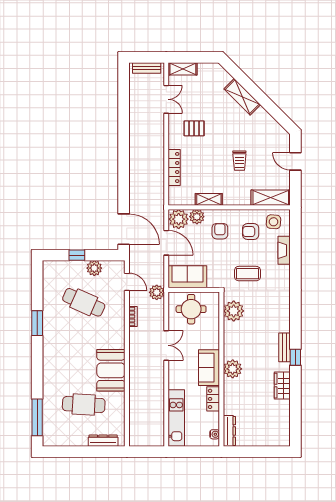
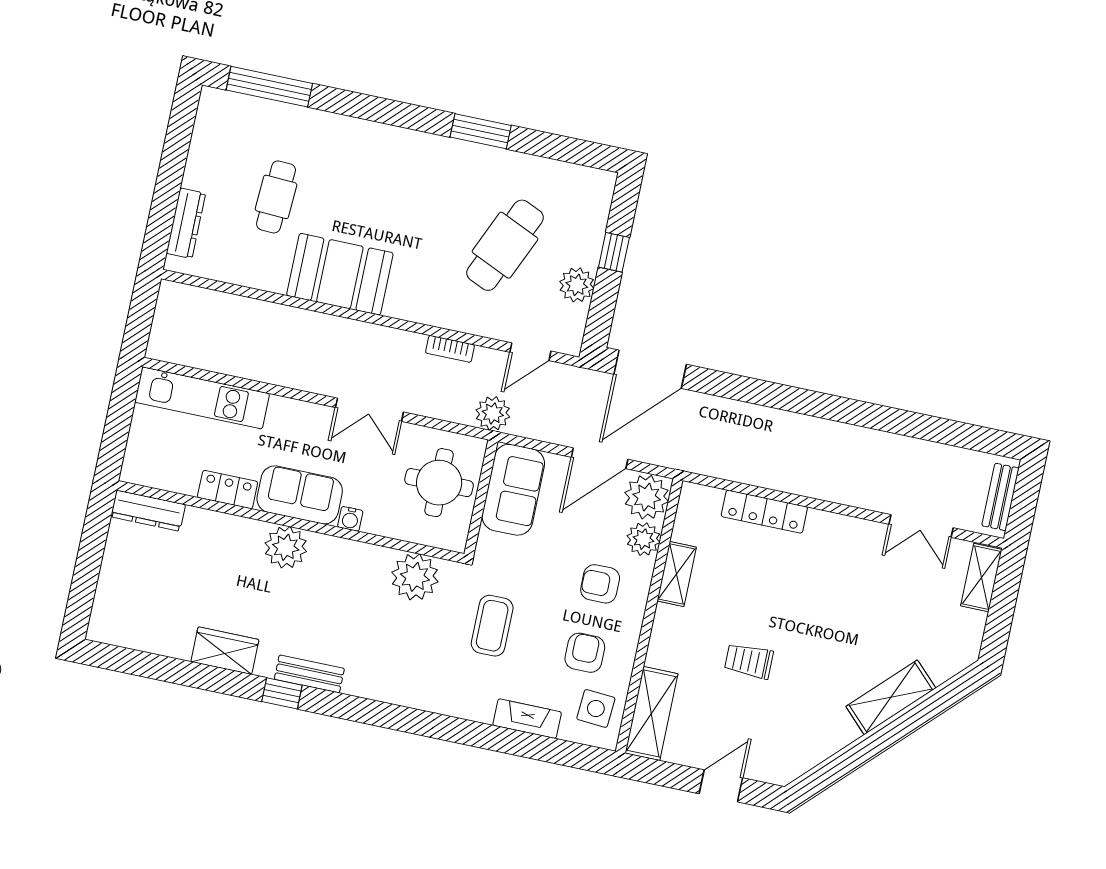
pallet: (194, 128) -> (842, 575), removed
armchair: (220, 231) -> (600, 584), turned 180
cafe table: (84, 405) -> (276, 197), width x0.73, depth x0.74
water cooler: (215, 434) -> (350, 519), moved

